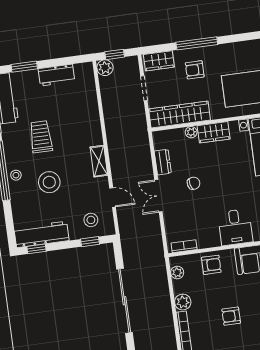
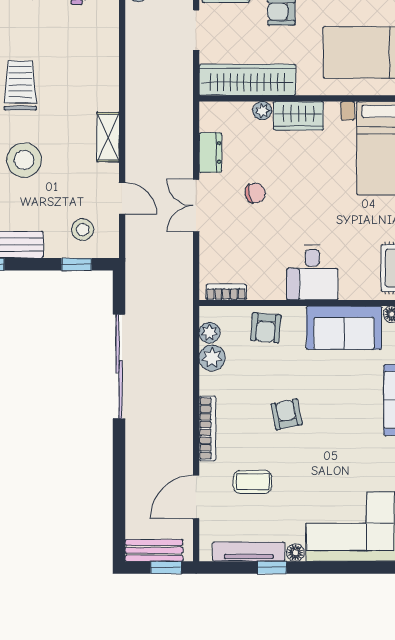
armchair: (211, 265) -> (266, 328), turned 95
plant: (183, 302) -> (212, 358), moved
armchair: (231, 316) -> (287, 414), turned 78

